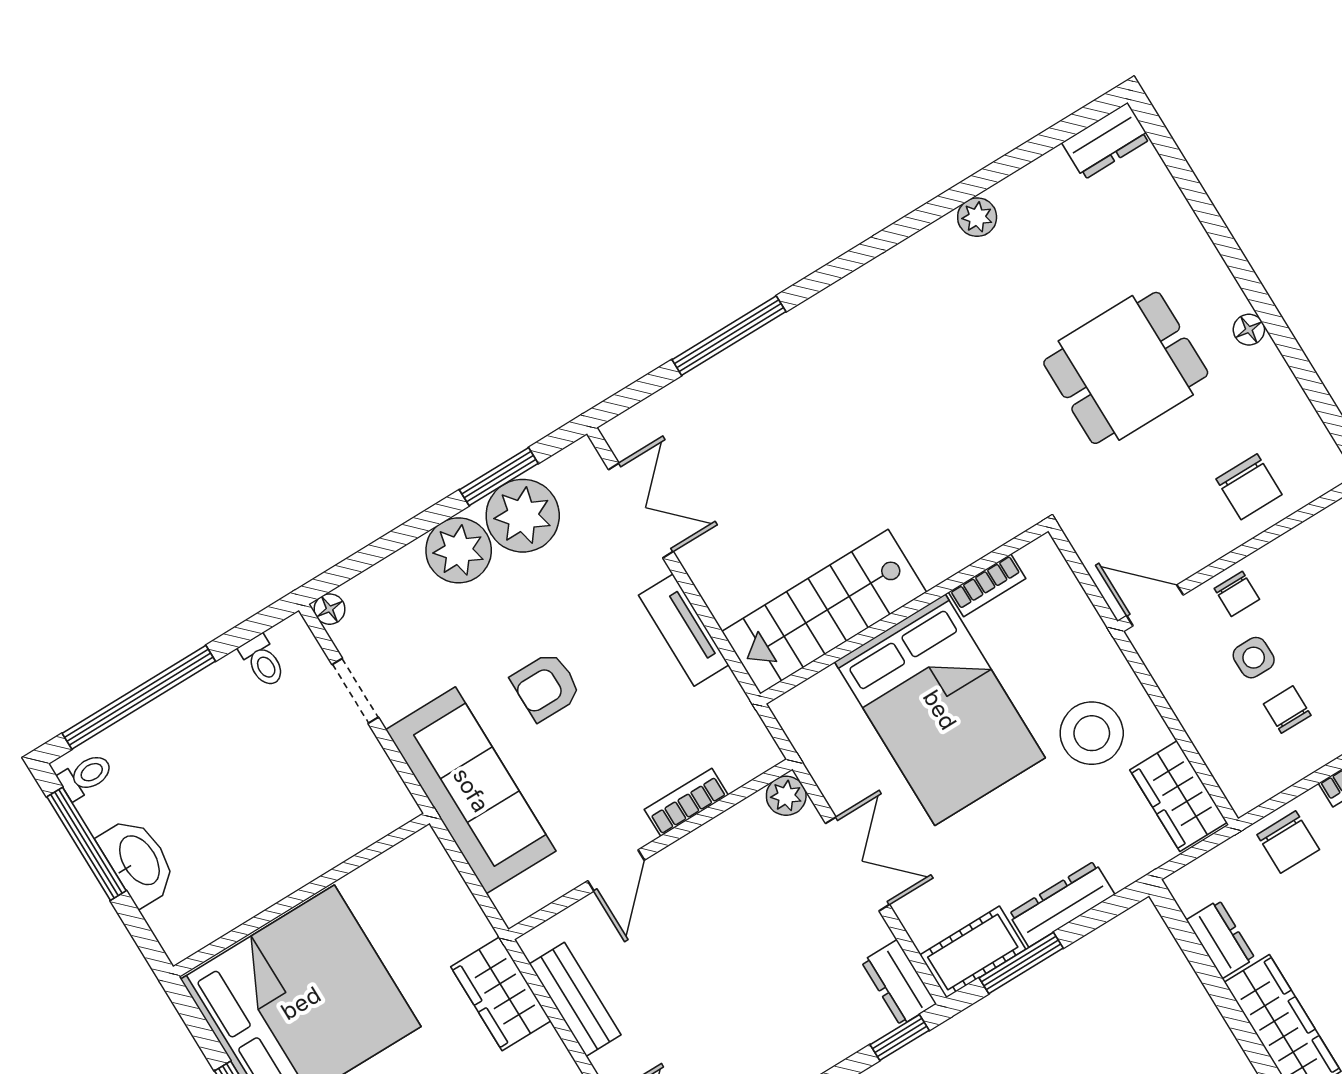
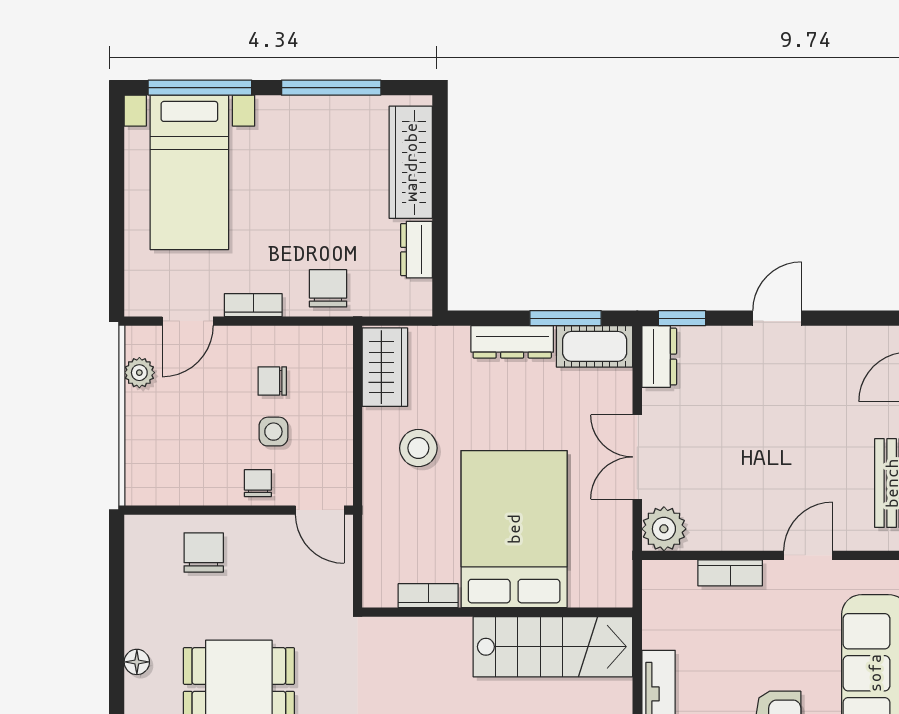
chair: (1287, 710) -> (272, 381), turned 90
stool: (1092, 733) -> (418, 448), width x0.73, depth x0.73
plant: (786, 796) -> (664, 529), width x1.38, depth x1.38

